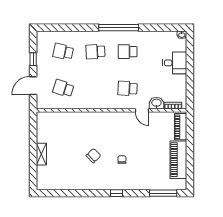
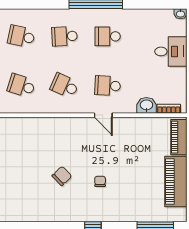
school desk: (95, 88) -> (65, 86), added
door: (142, 110) -> (103, 115), moved

